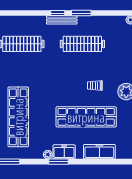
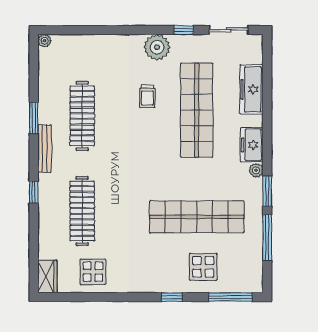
window: (58, 13) -> (34, 192), moved
window: (58, 162) -> (267, 191), moved

